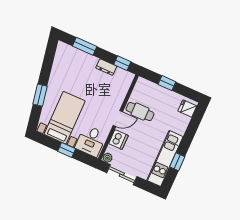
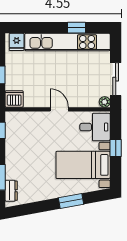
dresser: (106, 67) -> (11, 191), moved
cafe table: (140, 111) -> (42, 90), removed
dishwasher: (118, 140) -> (14, 99), moved
kitchen unit: (165, 158) -> (67, 42), width x1.36

